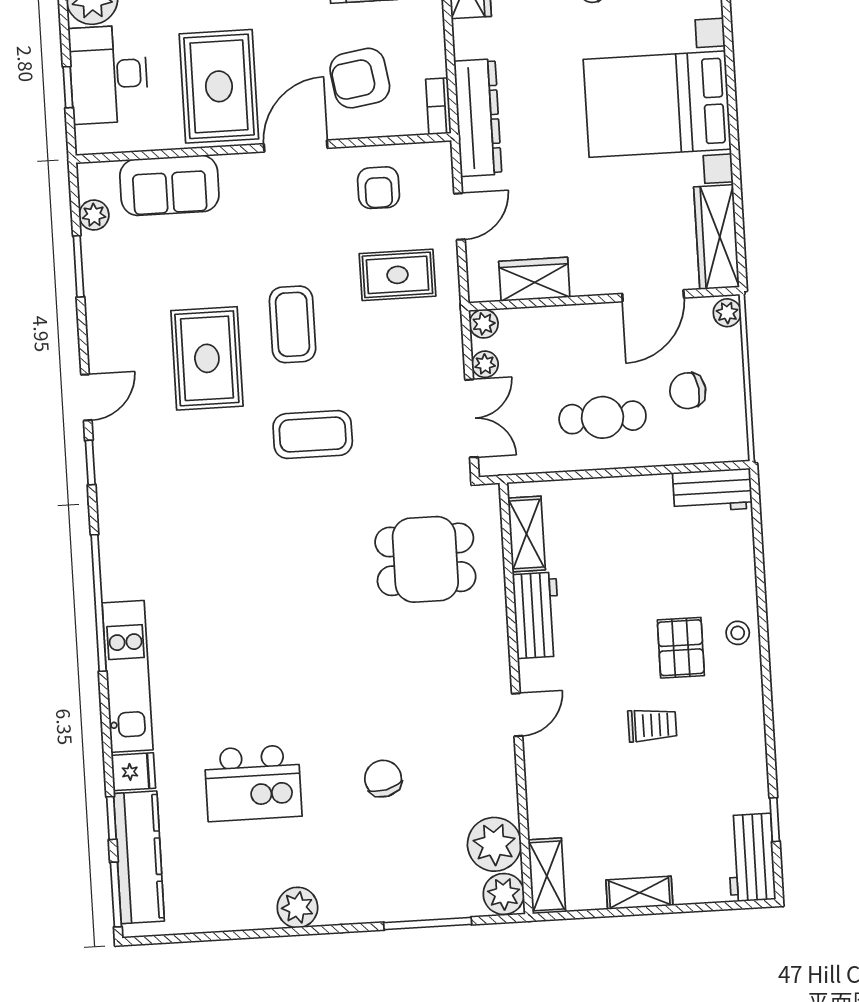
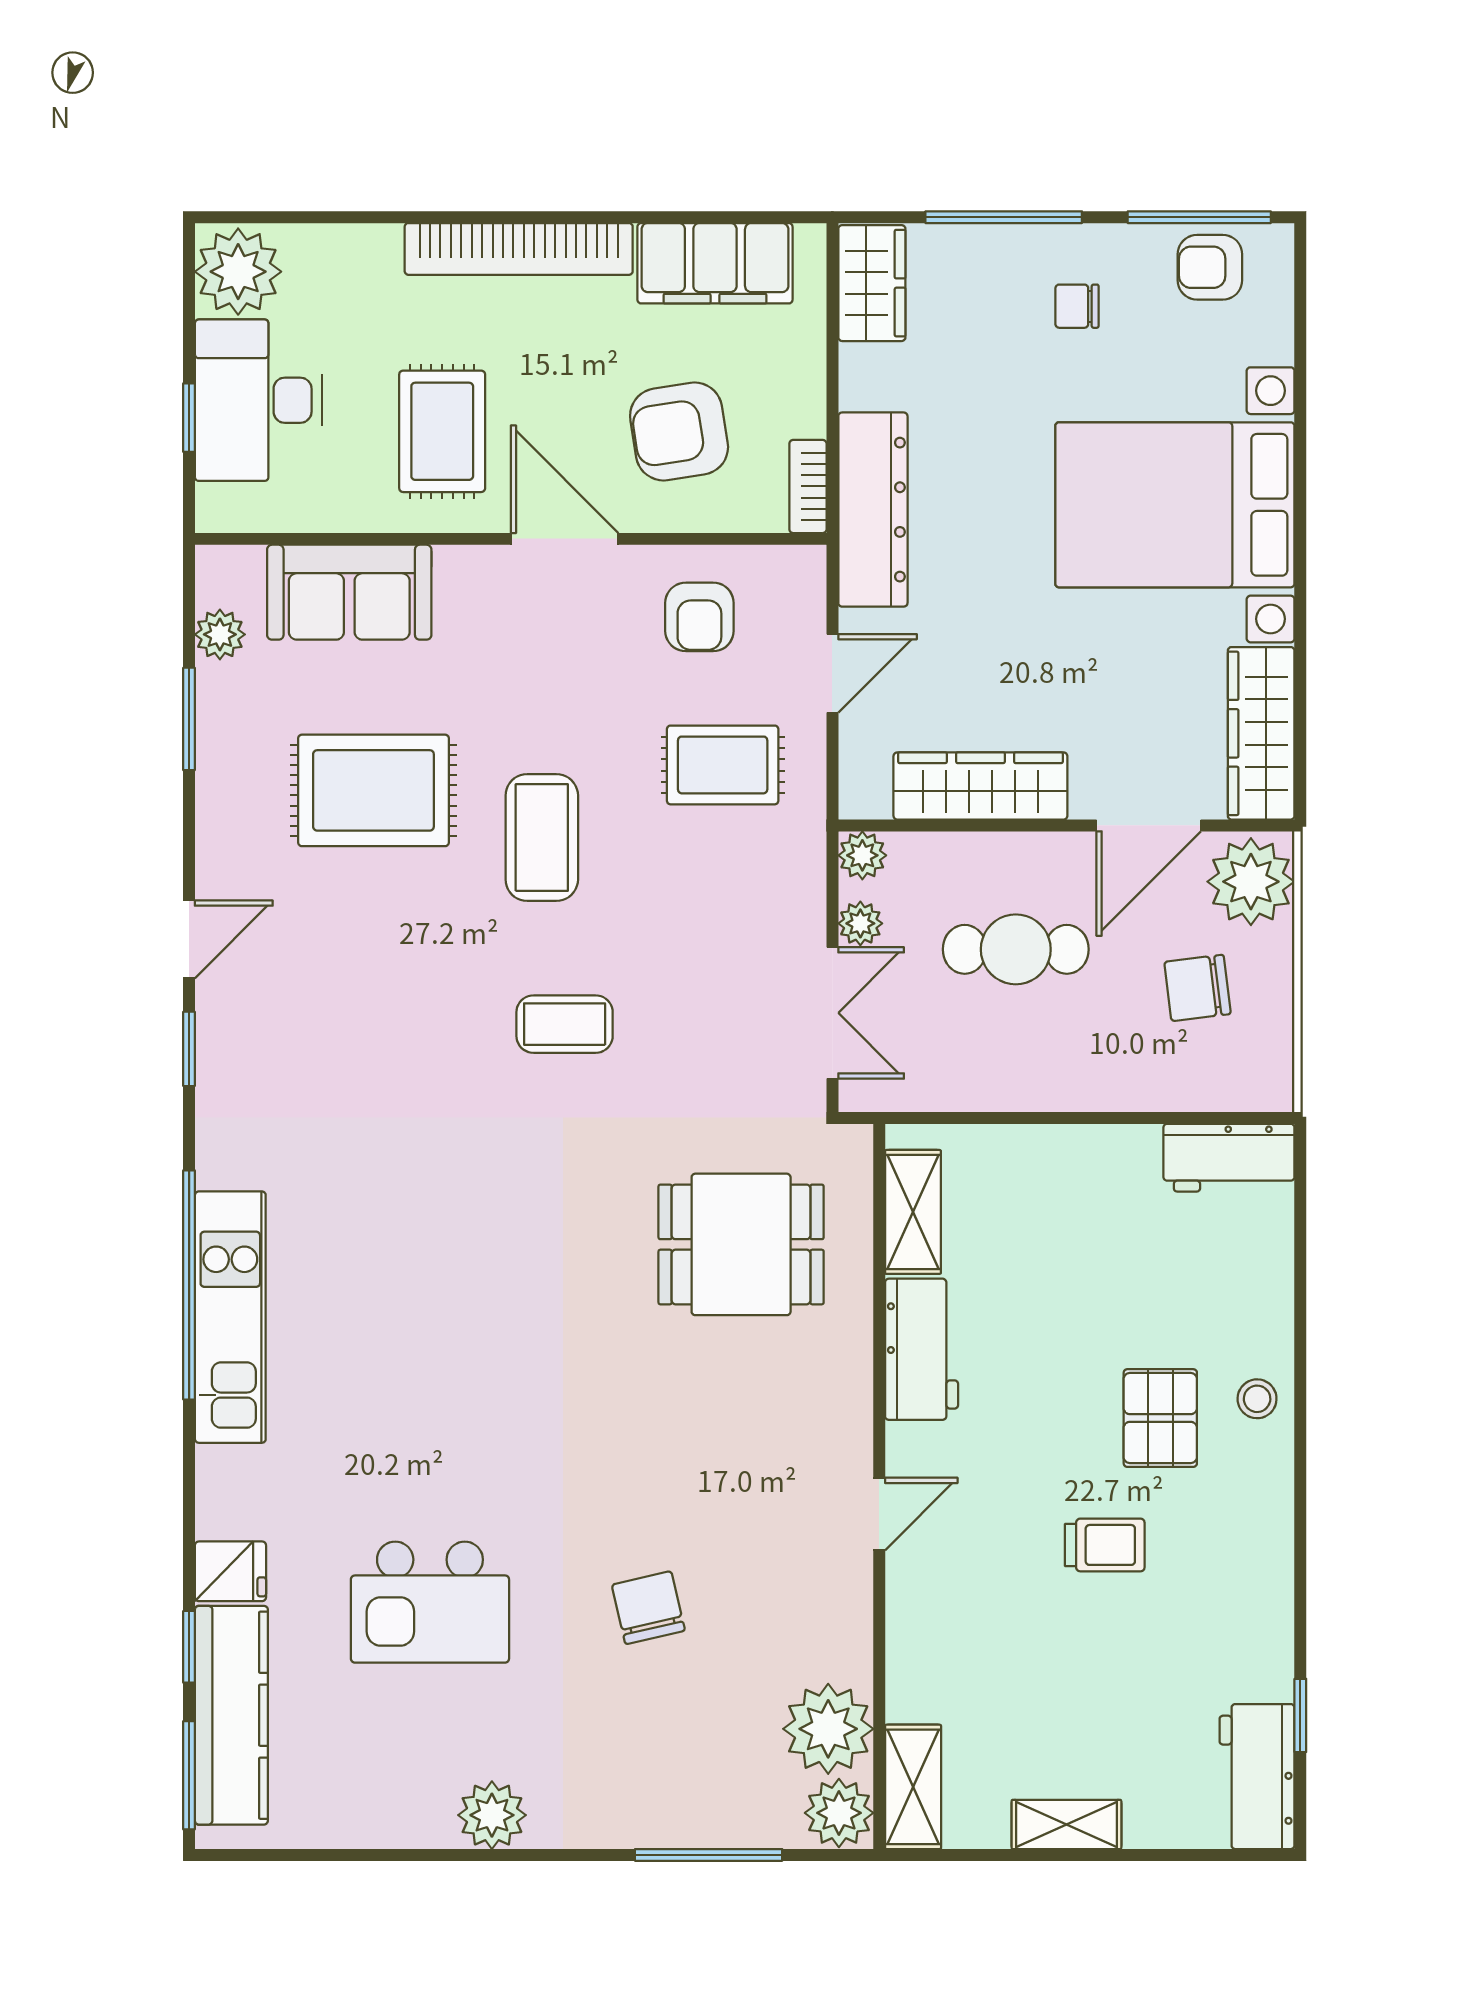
rug: (219, 86) -> (442, 431), width x0.73, depth x0.70
door: (296, 146) -> (565, 539), hinge flipped
wardrobe: (534, 279) -> (980, 786), width x1.50
plant: (727, 313) -> (1251, 882), width x1.88, depth x1.88
rug: (207, 358) -> (373, 790), moved, turned 90
cafe table: (603, 417) -> (1016, 949), moved
coffee table: (313, 435) -> (565, 1024), width x0.73, depth x0.77
kitchen unit: (128, 676) -> (230, 1317), moved

